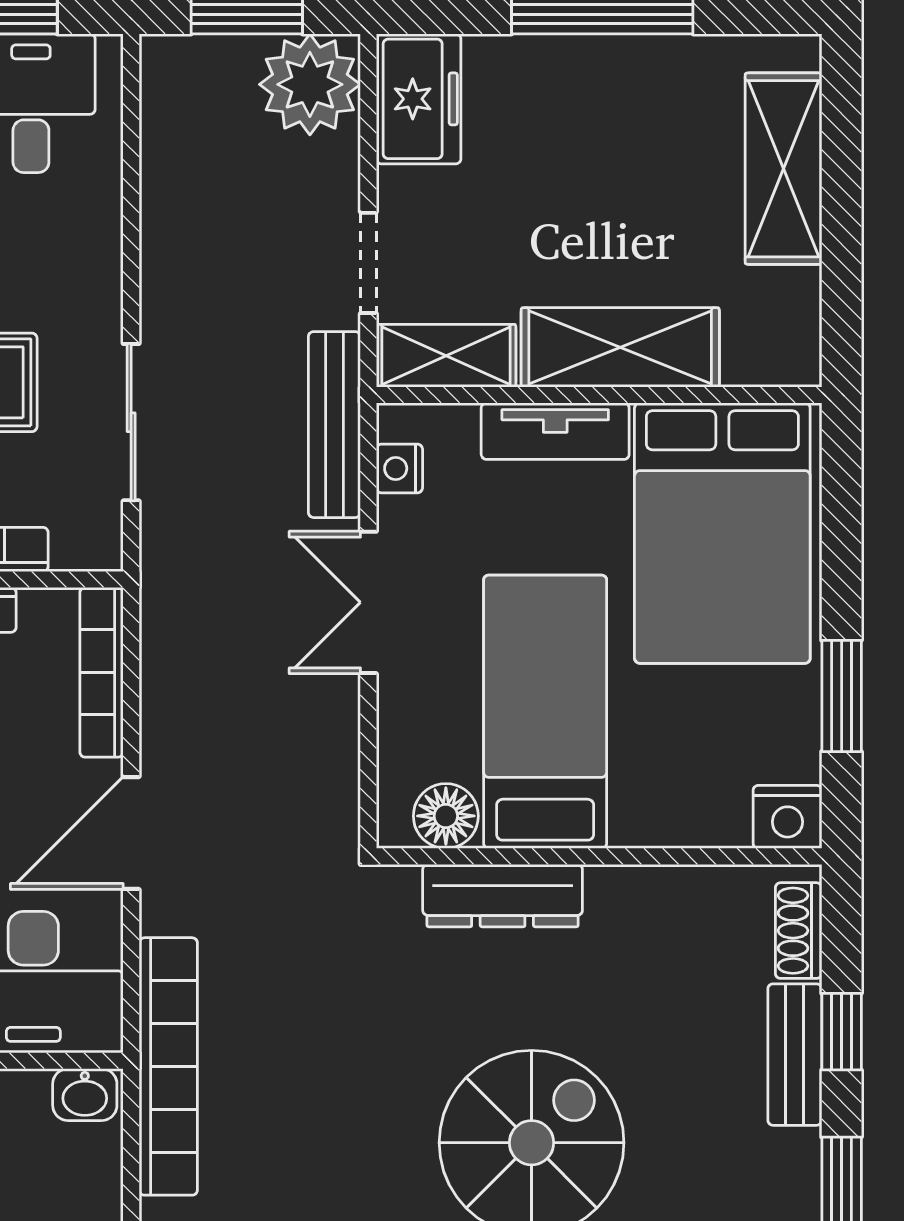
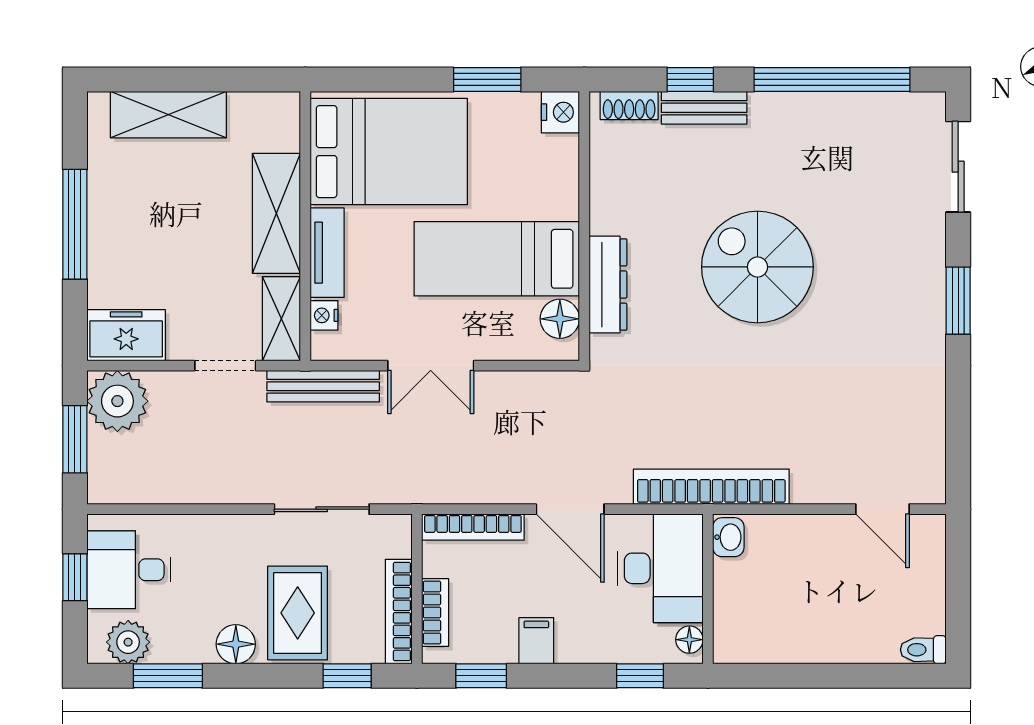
nightstand: (399, 468) -> (324, 315), moved, turned 90

